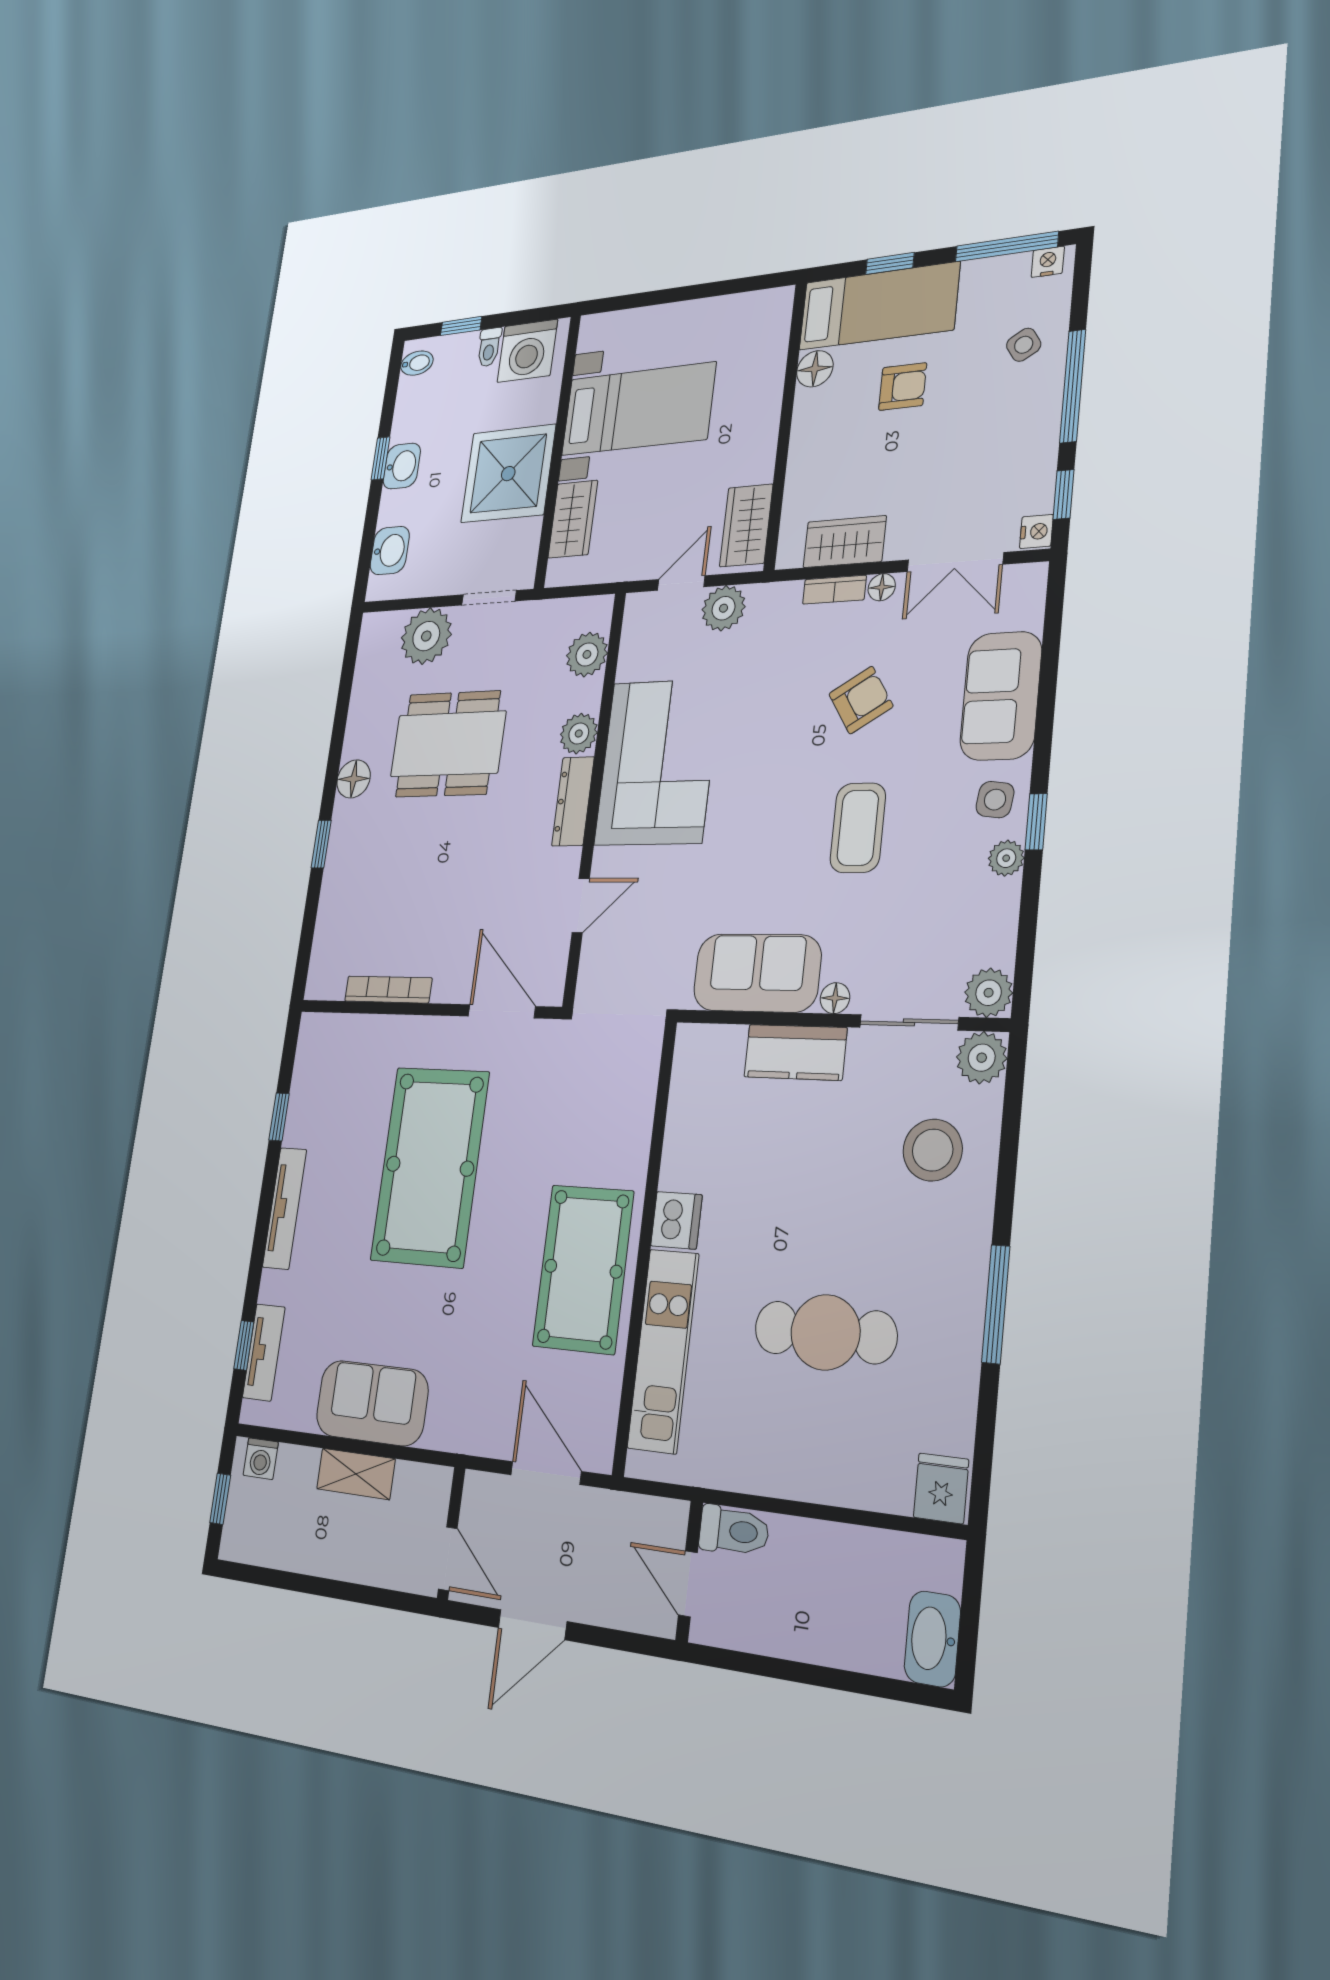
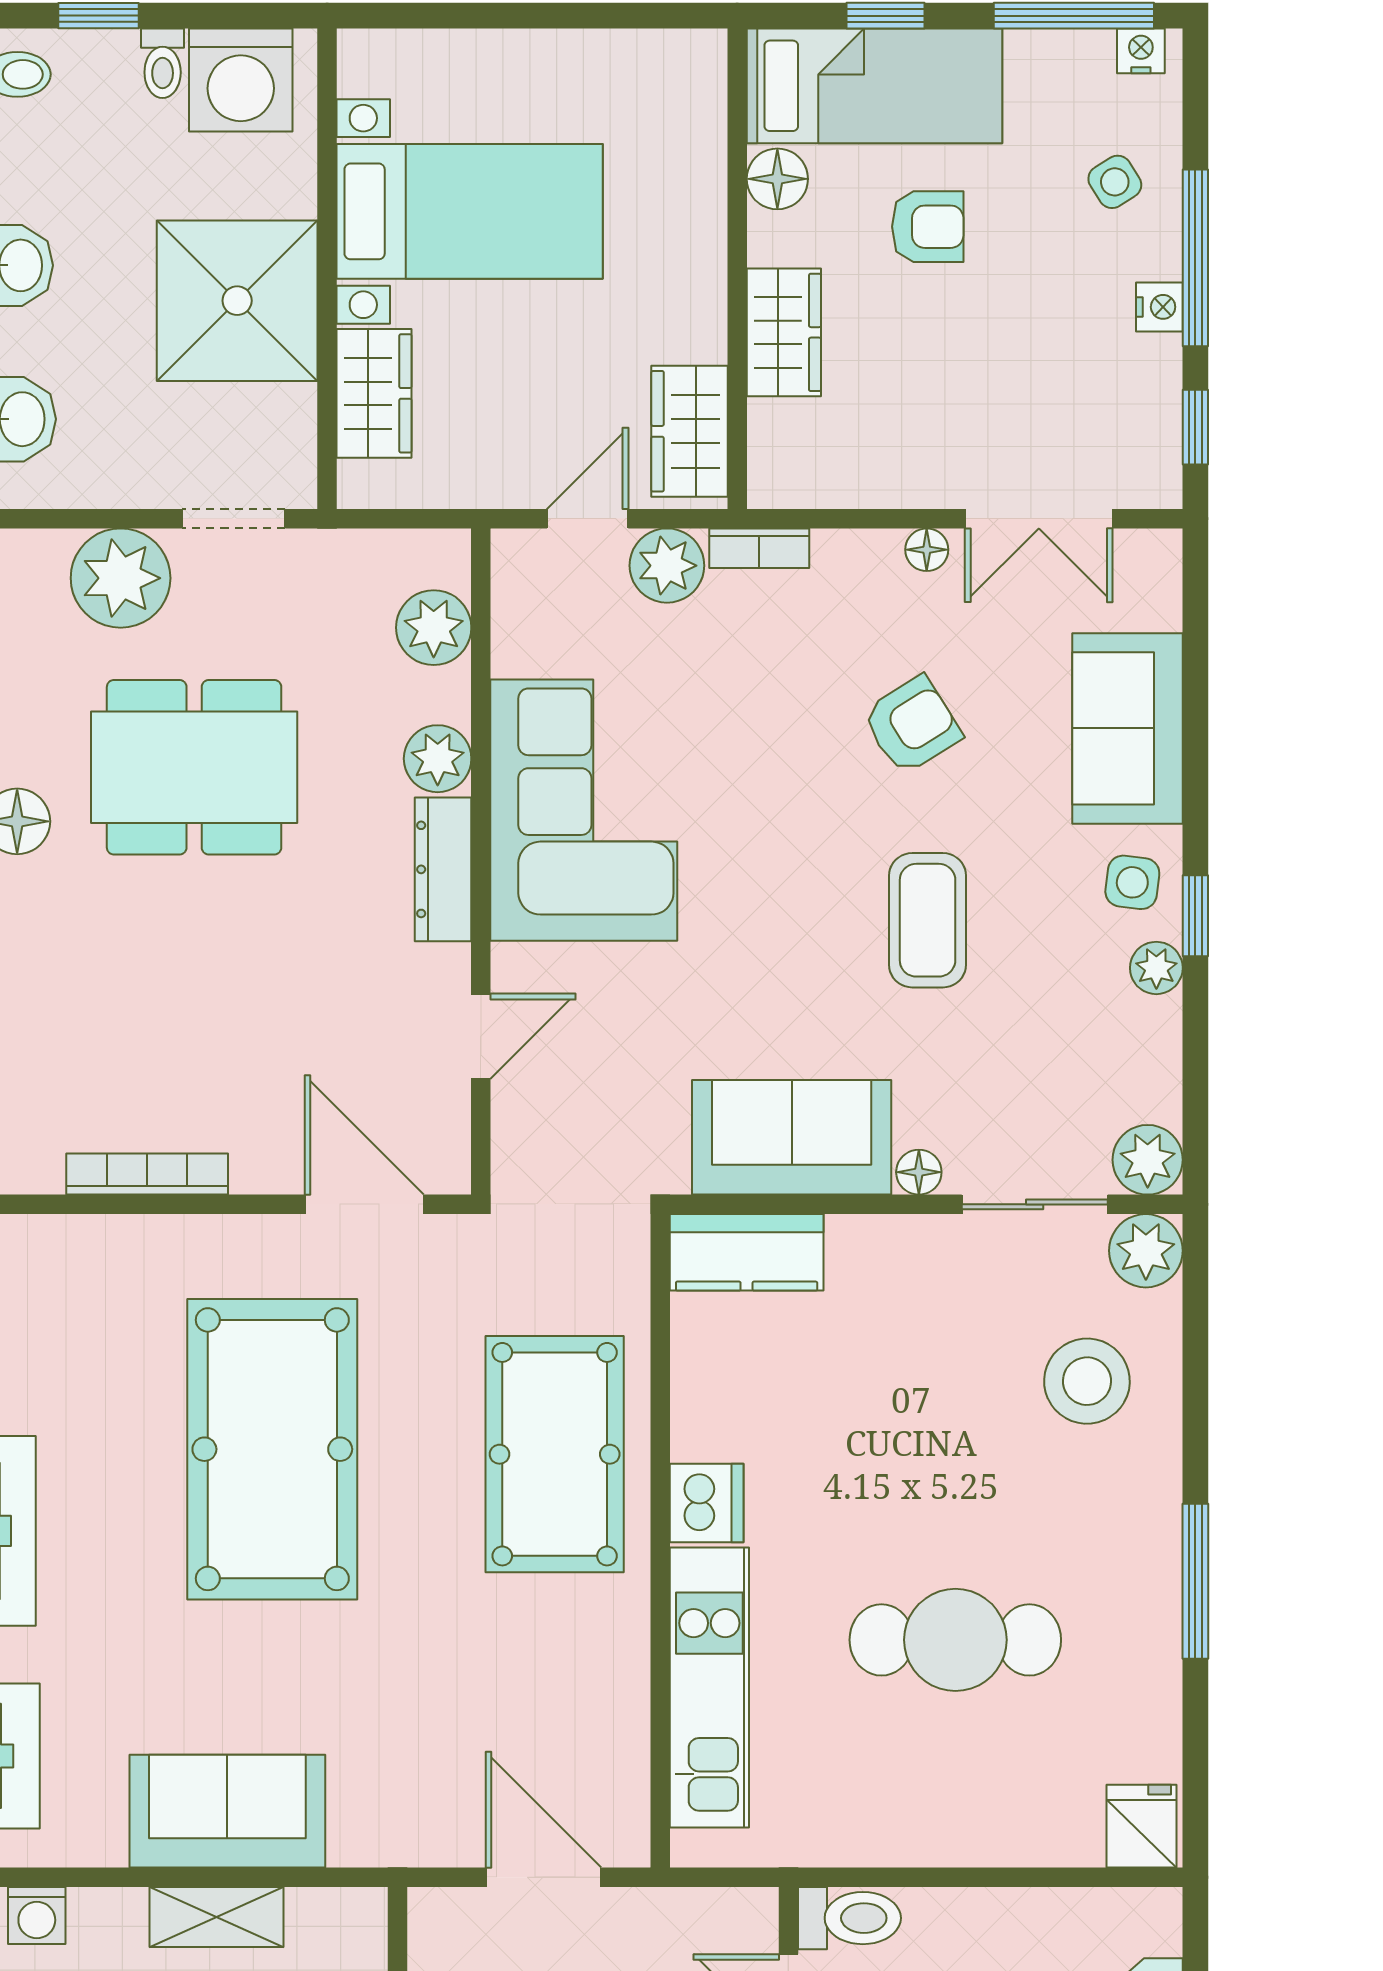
nightstand: (1036, 531) -> (1159, 307), moved
wardrobe: (845, 542) -> (784, 332), moved, turned 90
bookcase: (834, 590) -> (759, 548), moved
kitchen counter: (795, 1052) -> (747, 1252), moved
pool table: (583, 1269) -> (555, 1454), moved

